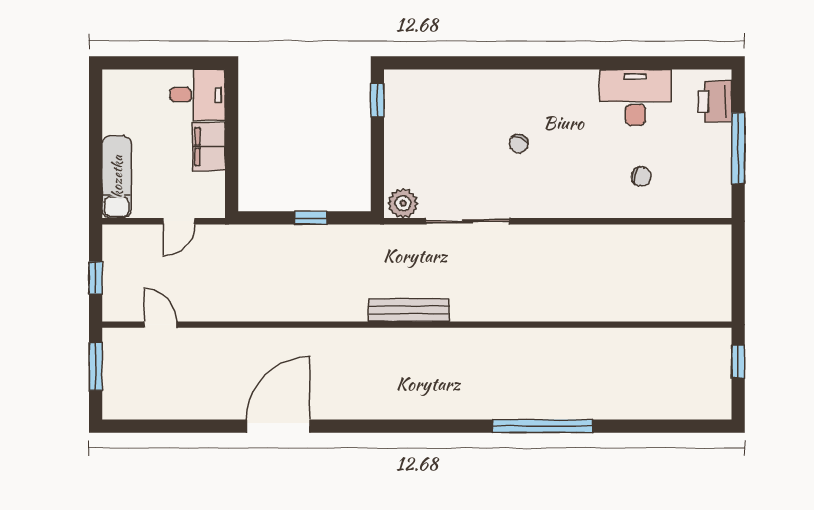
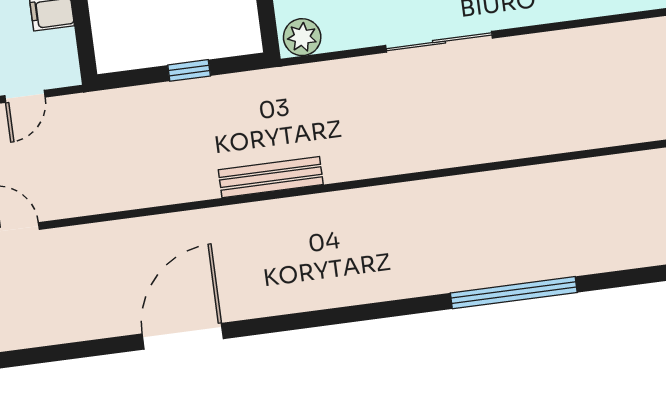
sliding door: (468, 221) -> (439, 42), moved
bench: (408, 310) -> (271, 177), moved

